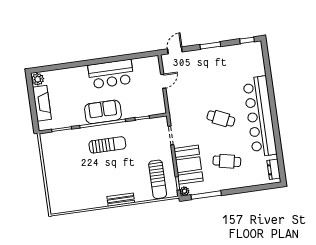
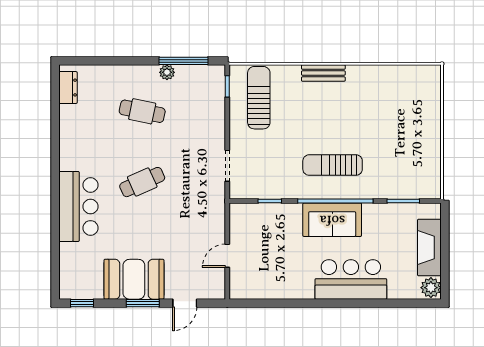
door: (175, 50) -> (185, 303), moved
bar counter: (111, 74) -> (351, 279), moved
bar counter: (260, 116) -> (78, 206), width x0.54
cafe table: (221, 118) -> (142, 182), turned -48
booth: (188, 165) -> (134, 279), moved, turned 90
plant: (184, 191) -> (167, 72), moved

